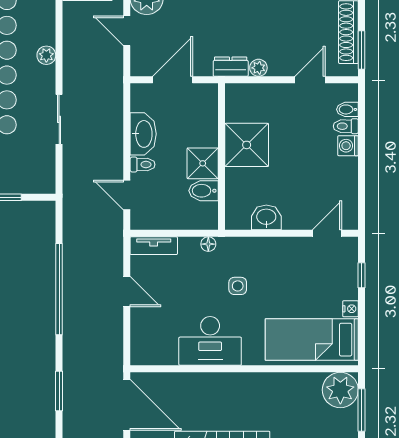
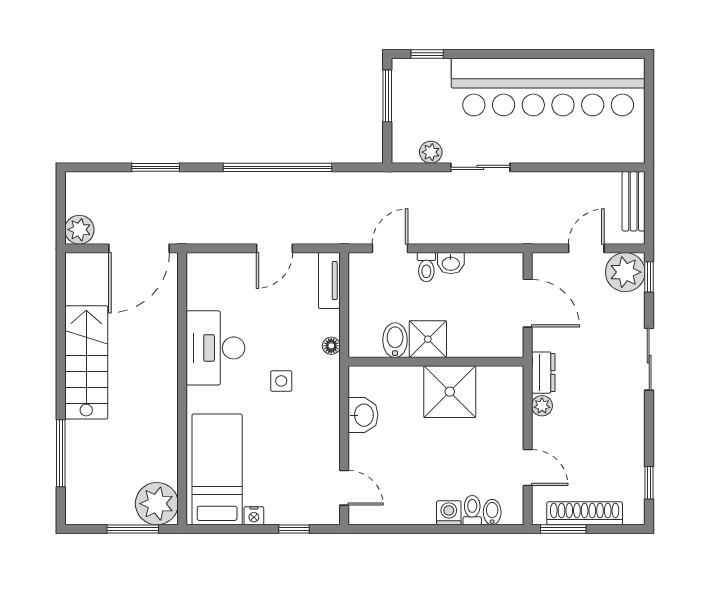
plant: (46, 55) -> (431, 152), moved
washbasin: (143, 134) -> (451, 263), width x0.52, depth x0.69

